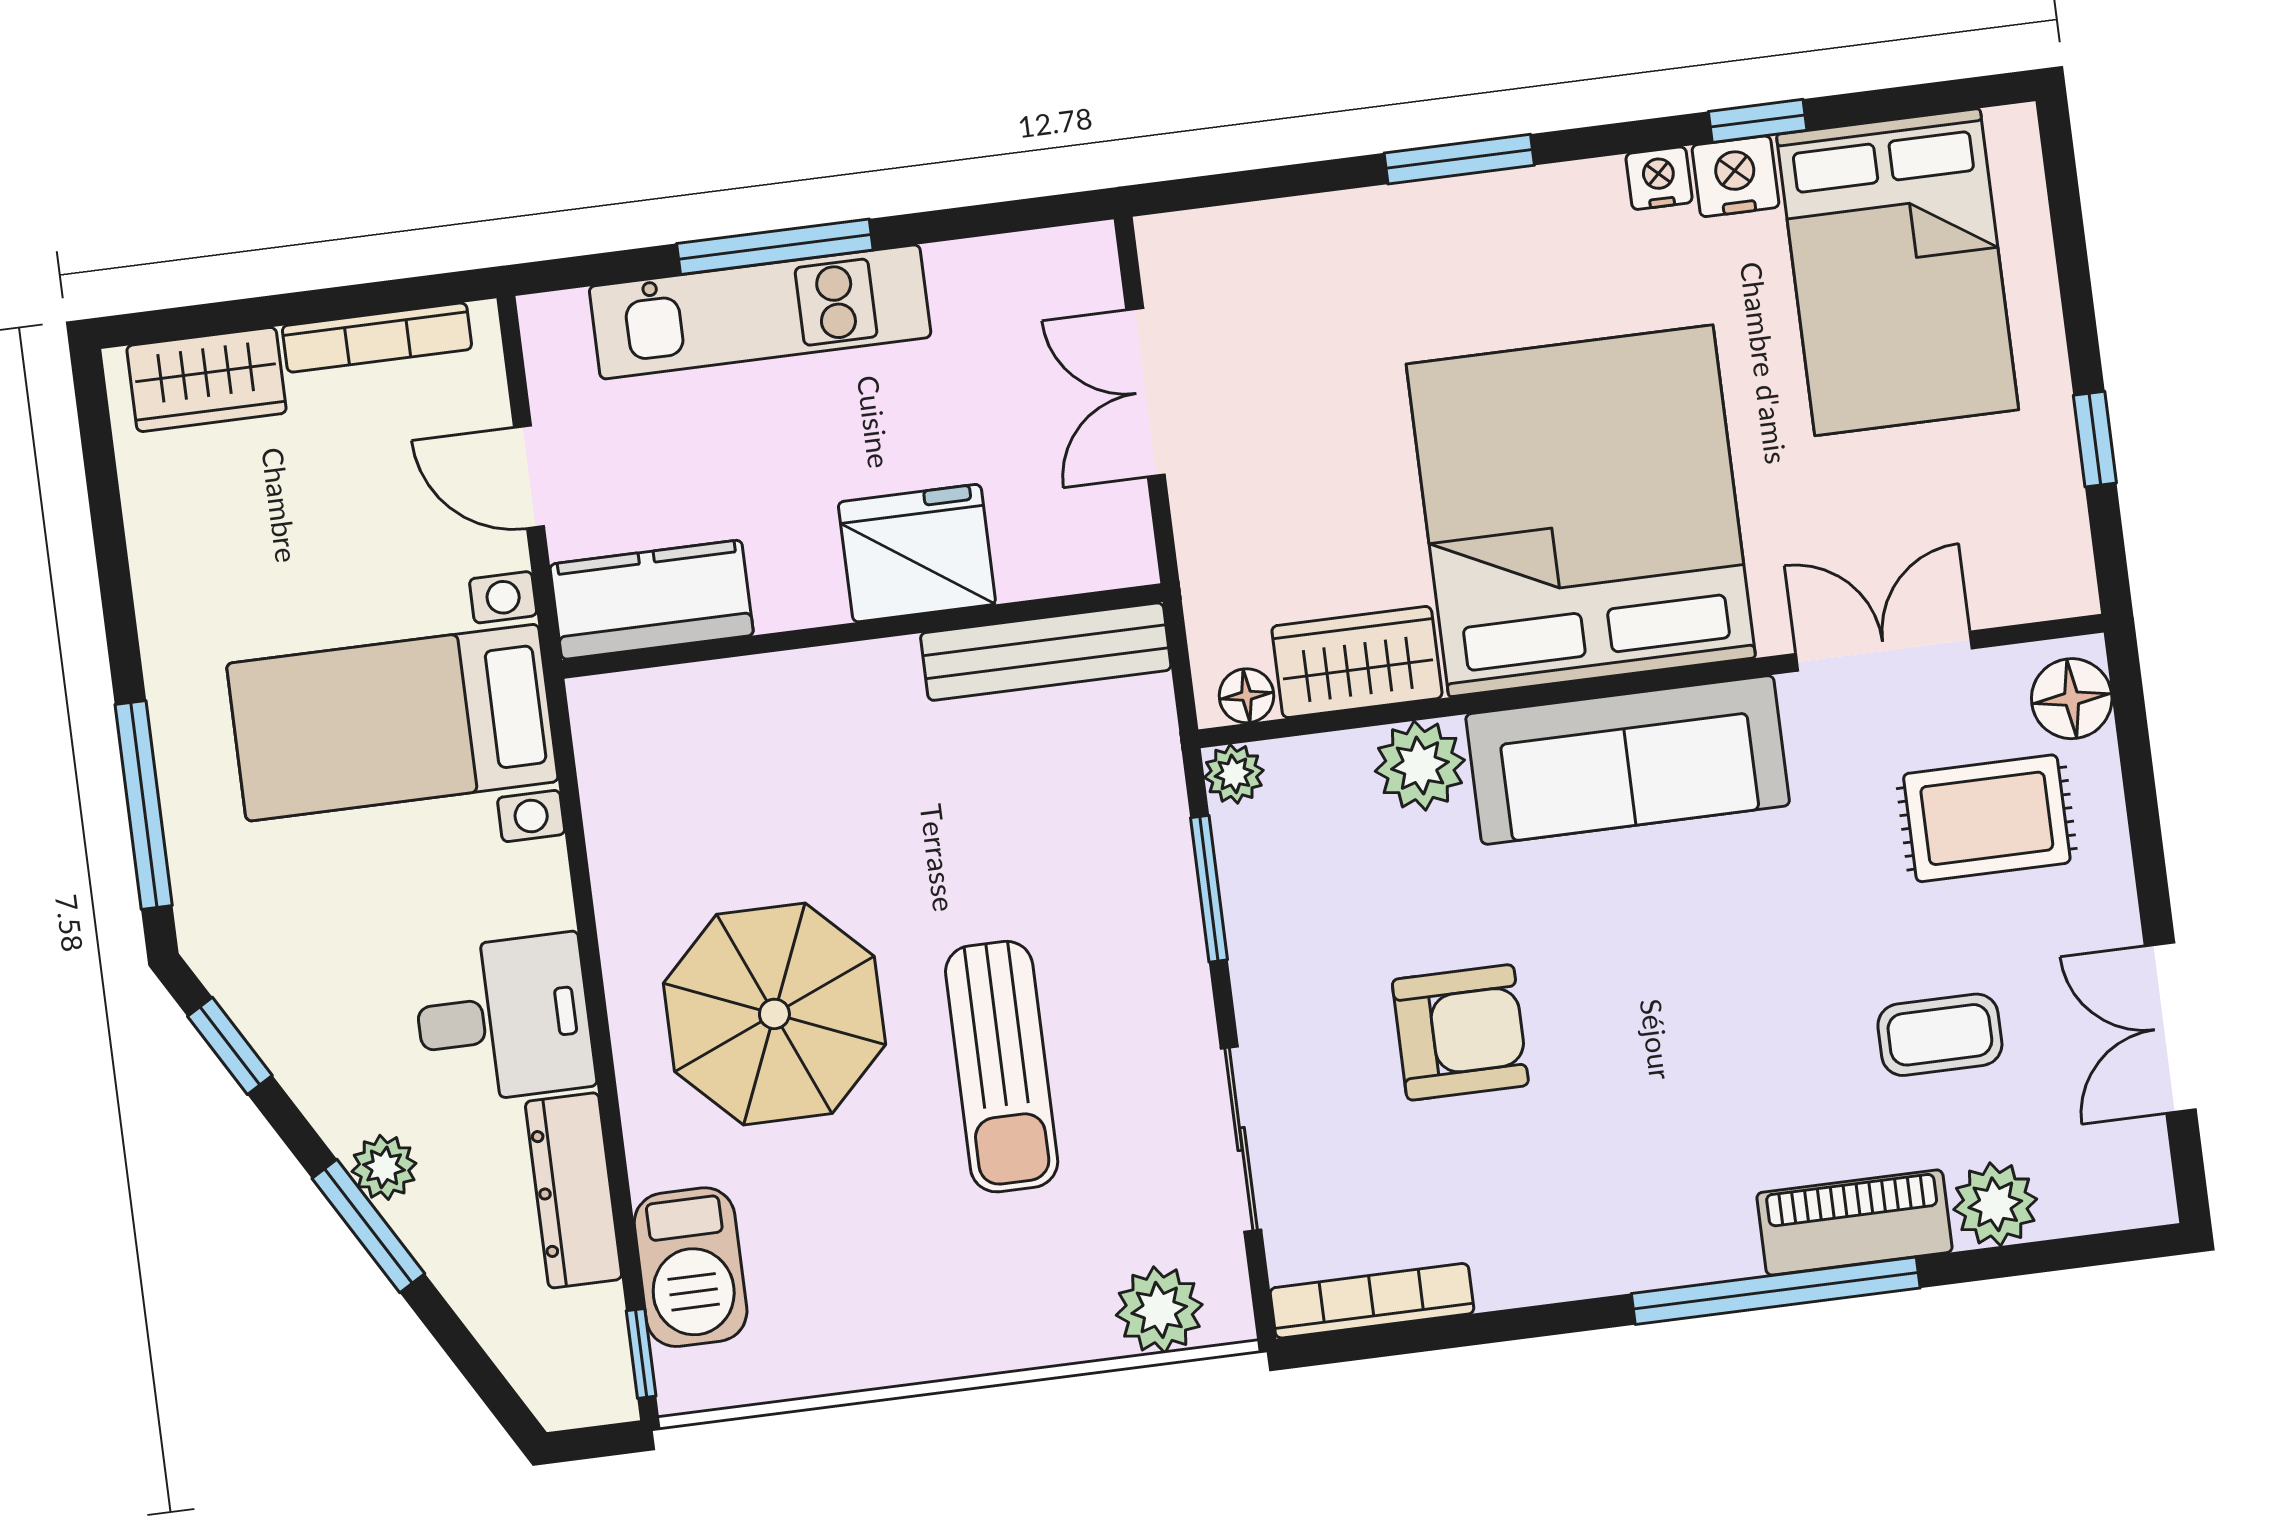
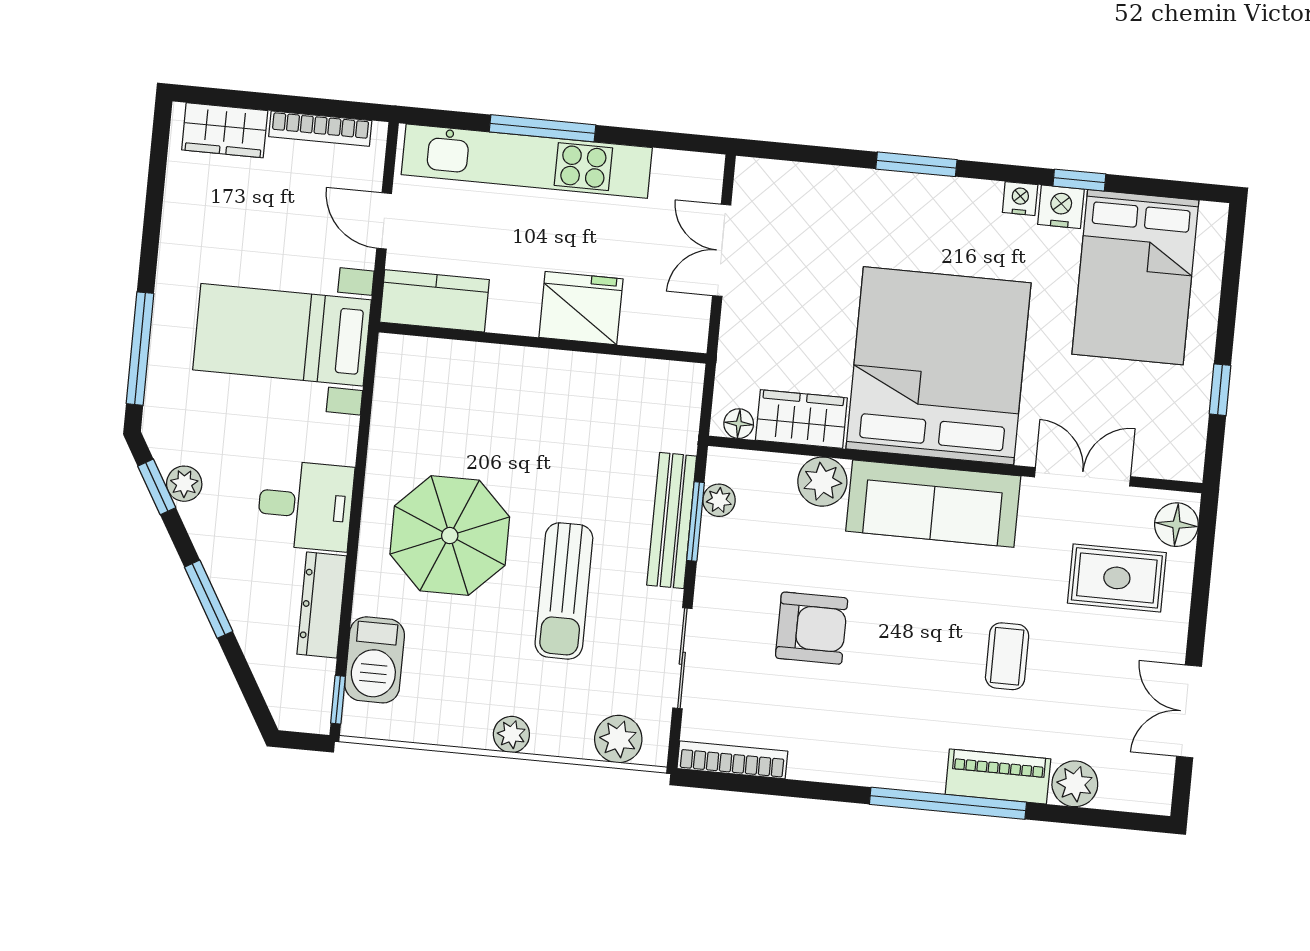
kitchen unit: (760, 312) -> (527, 161), width x1.36
bench: (1046, 652) -> (672, 521), moved, turned 90
plant: (1234, 774) -> (719, 500), moved
coffee table: (1940, 1035) -> (1007, 656), moved, turned 90
plant: (384, 1167) -> (184, 484), moved
plant: (966, 1345) -> (511, 734), added

